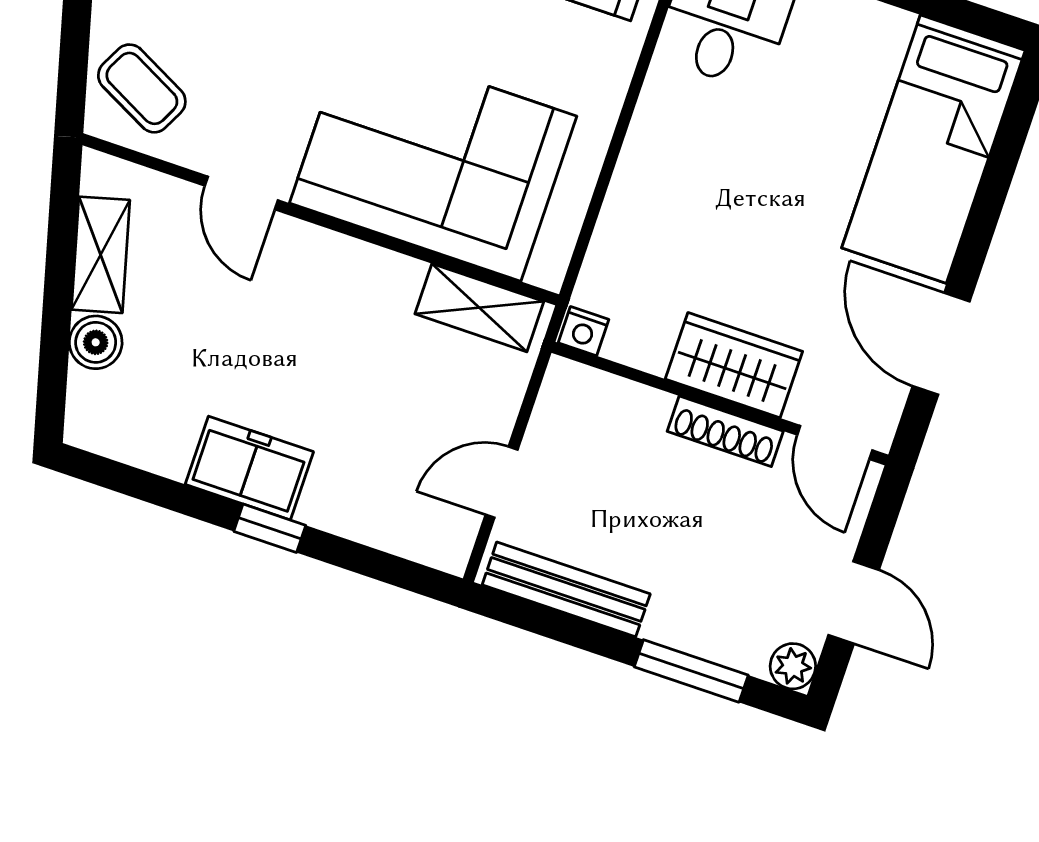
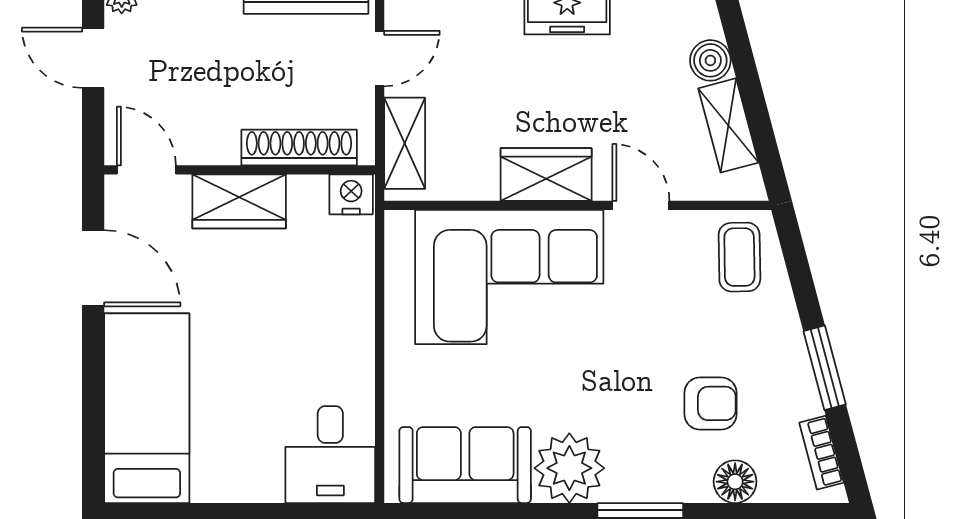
coffee table: (142, 88) -> (739, 257), turned 62
wardrobe: (345, 270) -> (546, 175), added
shelving: (479, 308) -> (405, 143), moved, turned 90
nightstand: (584, 331) -> (351, 194), width x1.39, depth x1.35
shoe rack: (725, 431) -> (299, 148), moved, width x1.36, depth x1.24

